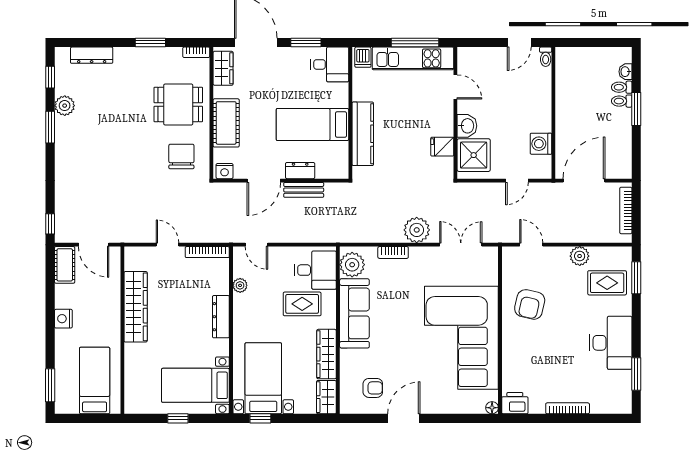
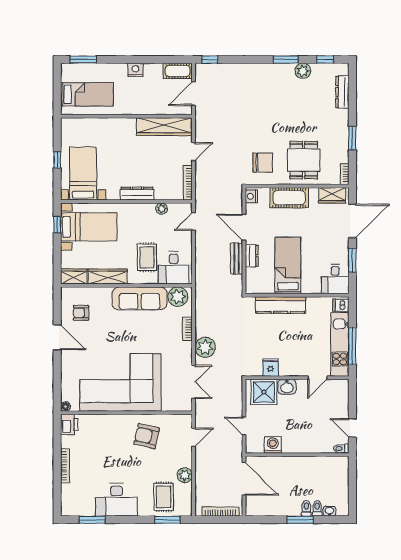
wardrobe: (136, 307) -> (164, 127), moved
armchair: (373, 388) -> (81, 313), turned 90

